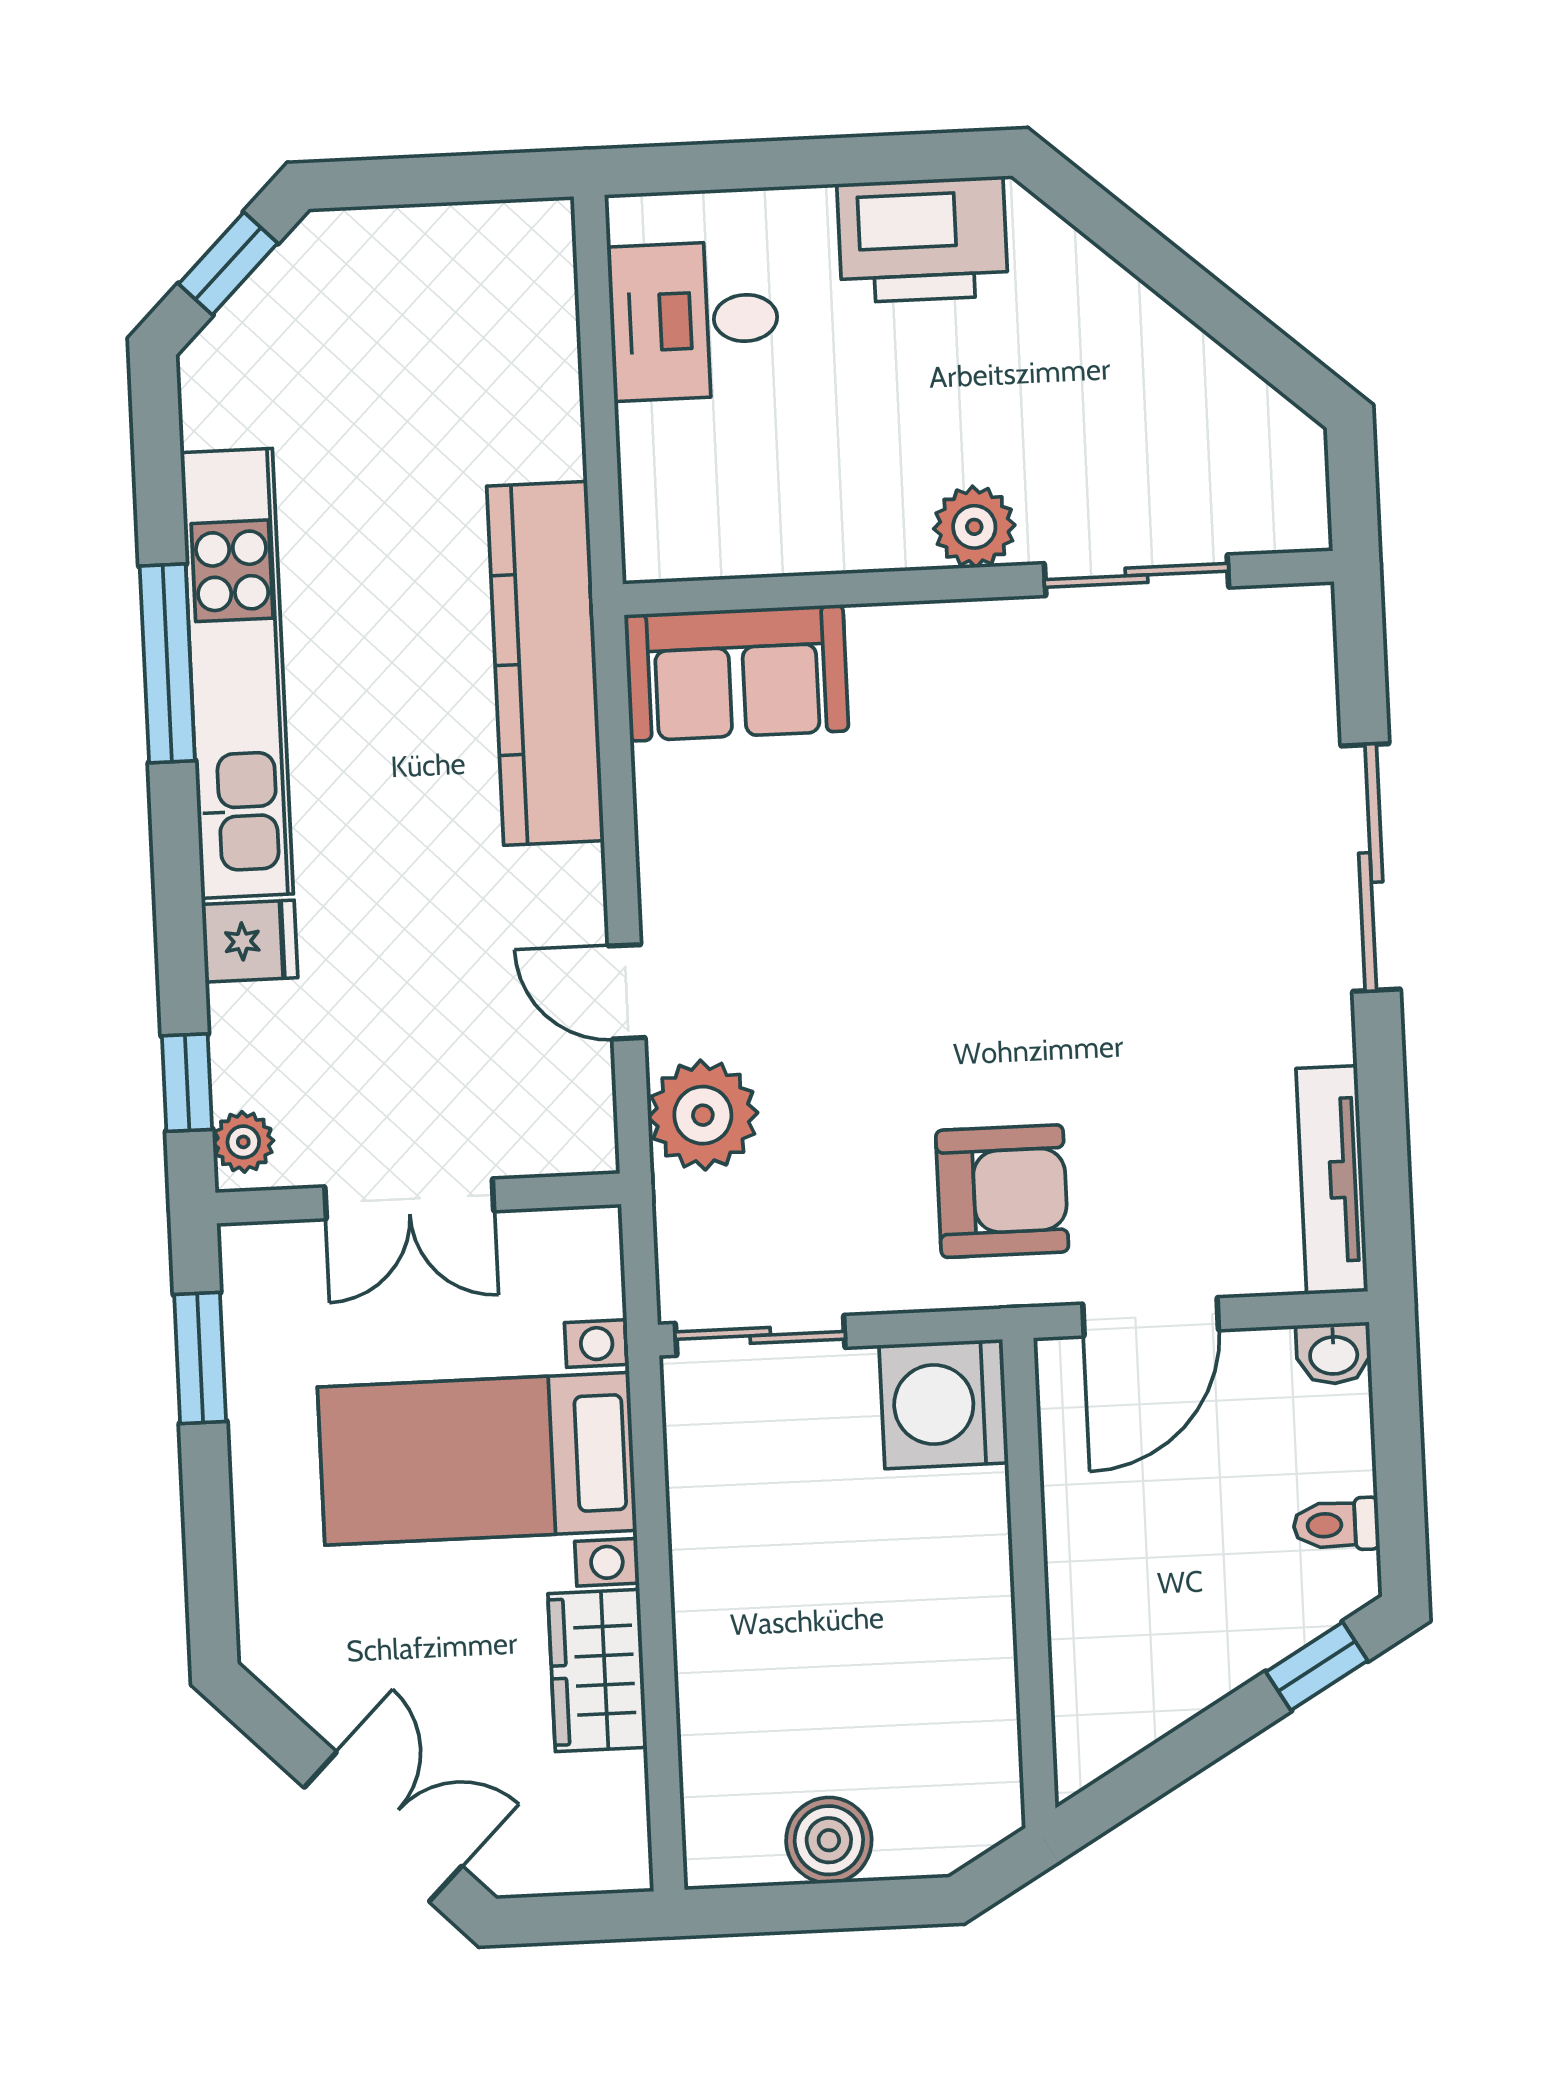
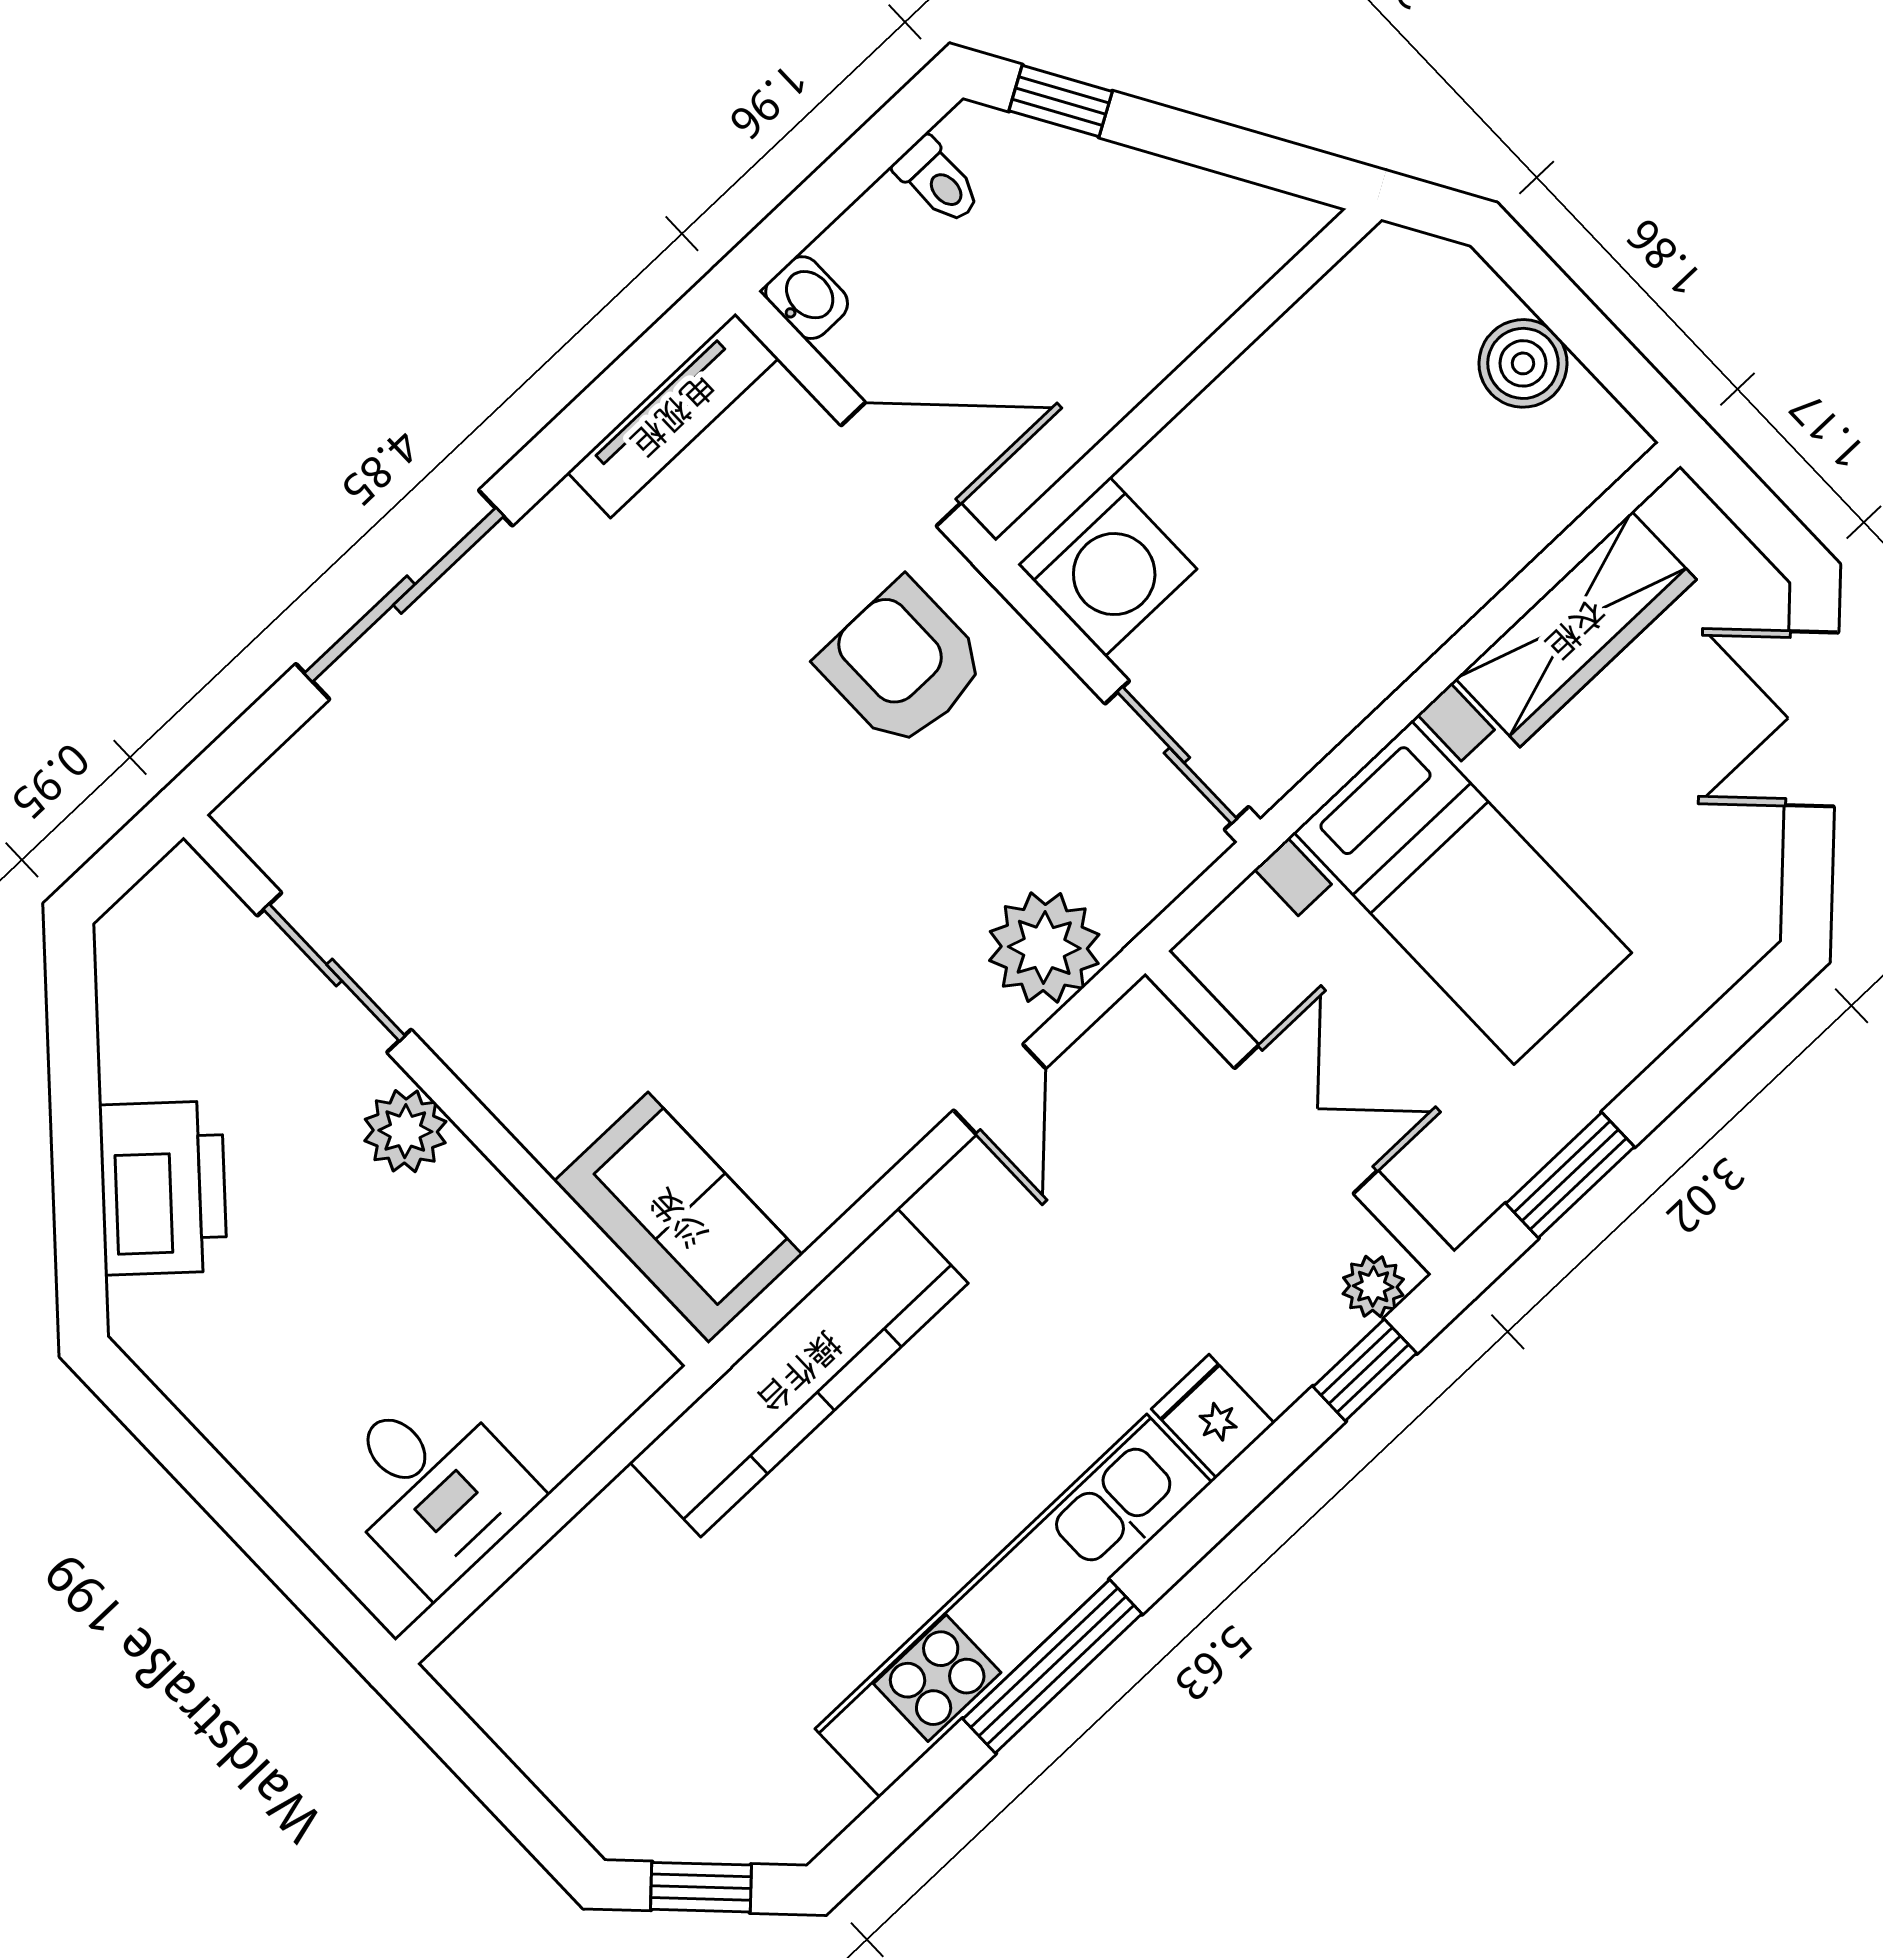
printer: (923, 240) -> (163, 1188), moved, turned 41
wardrobe: (597, 1670) -> (1576, 629), width x1.50

